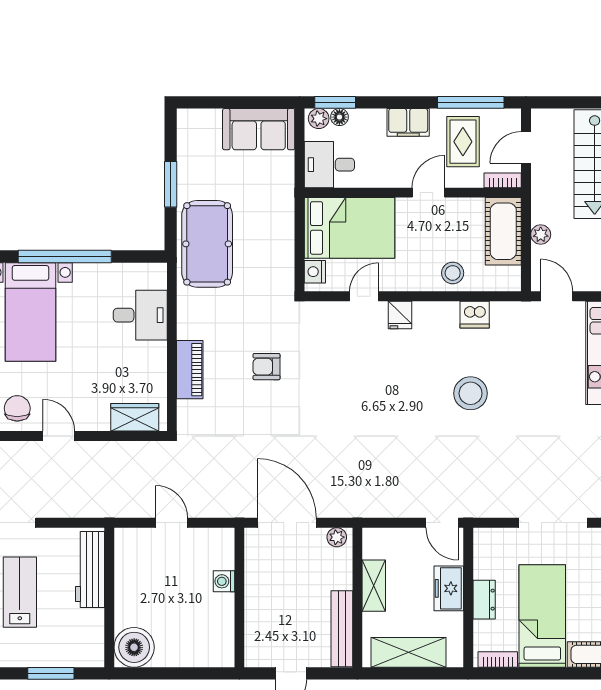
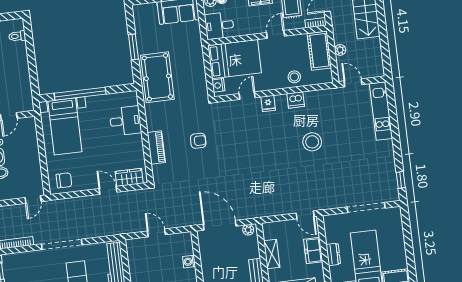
dishwasher: (475, 315) -> (296, 100), moved
armchair: (267, 367) -> (198, 141), turned 180
chair: (17, 408) -> (64, 180), turned 90
door: (59, 436) -> (108, 190), moved

